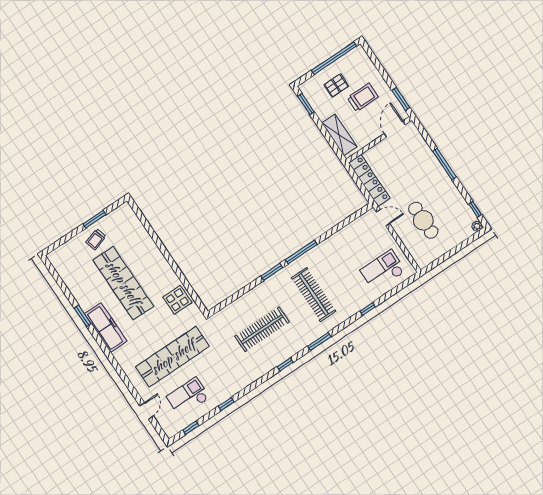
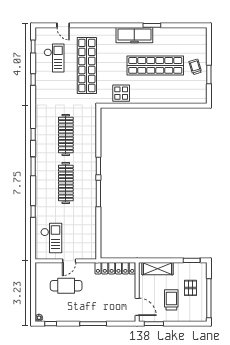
trolley: (363, 97) -> (171, 300), turned 180
door: (383, 218) -> (69, 261), moved
clothes rail: (314, 295) -> (66, 183), turned 90

